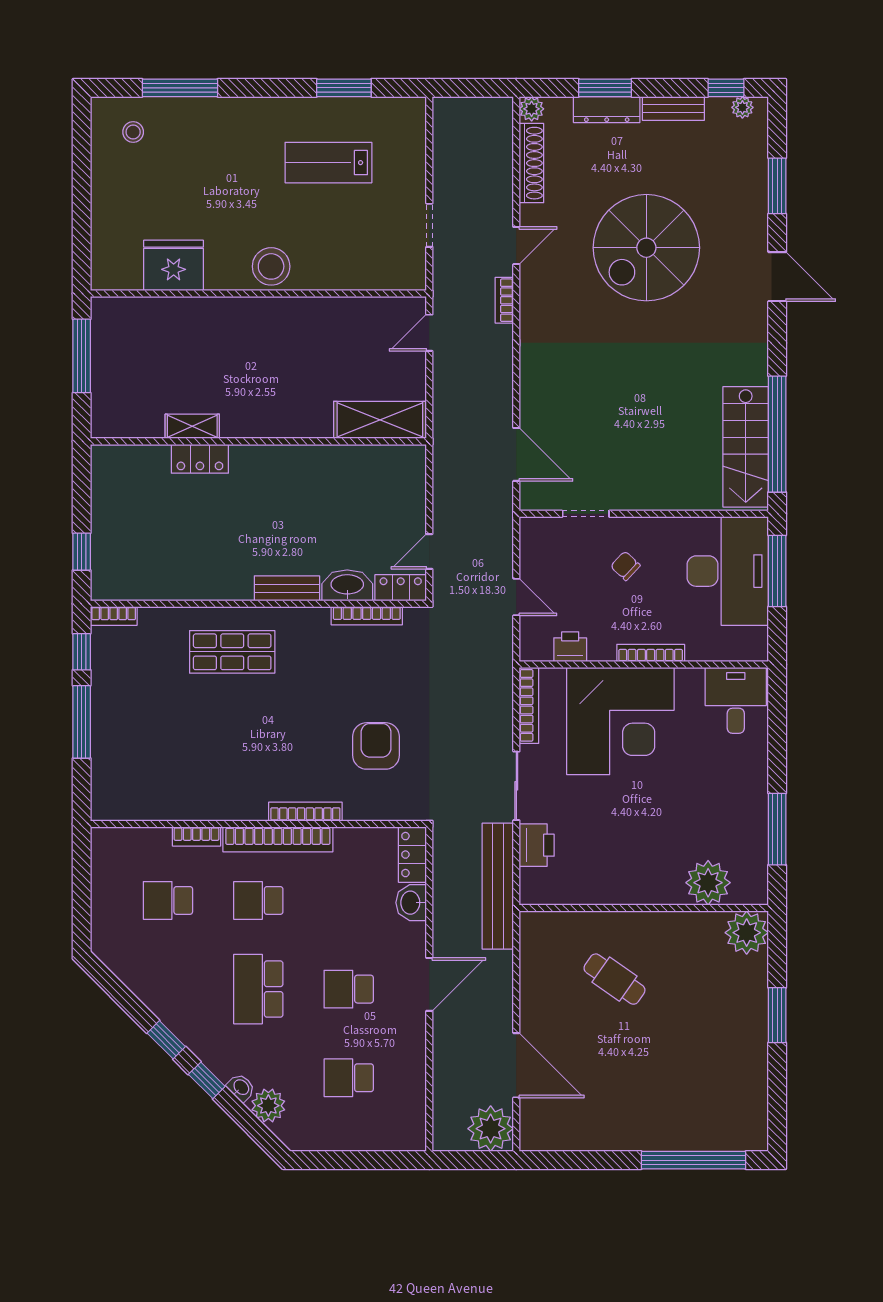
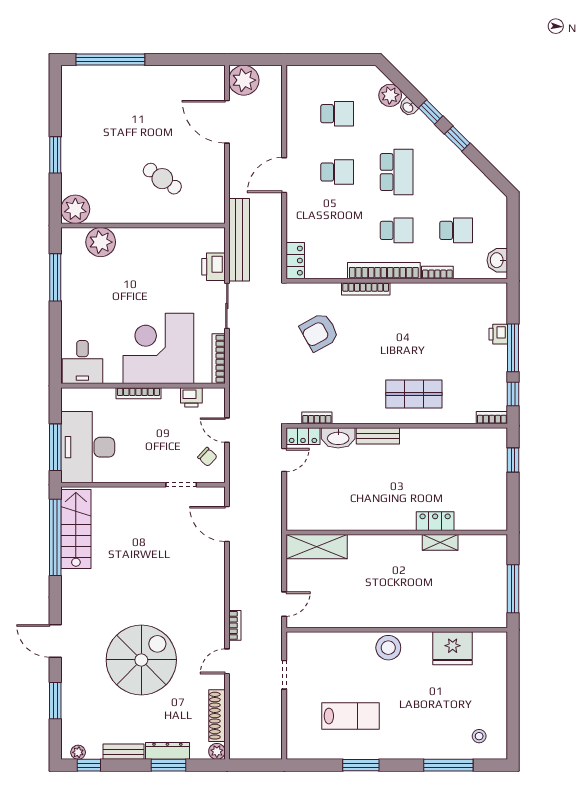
window: (344, 88) -> (361, 765), moved
chair: (625, 566) -> (207, 457), moved
bookcase: (367, 616) -> (317, 418), width x0.64
printer: (104, 743) -> (498, 334), added
armchair: (376, 746) -> (319, 332), turned 61
washbasin: (411, 903) -> (497, 260), moved, turned 180

